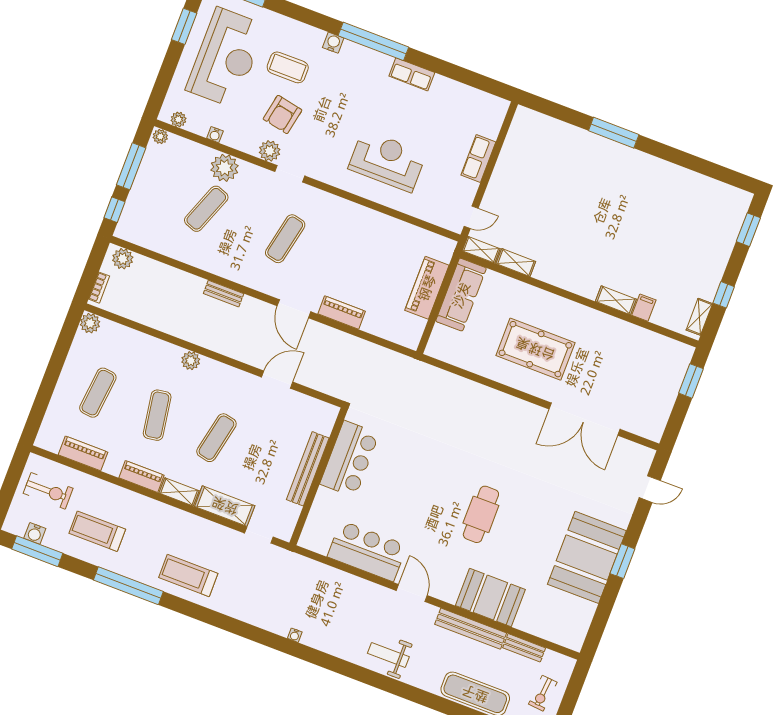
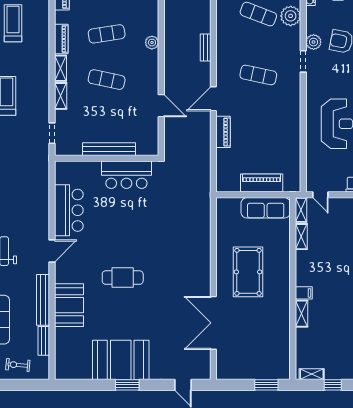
filing cabinet: (644, 308) -> (304, 293), moved
shelving: (225, 506) -> (61, 96), width x0.67, depth x0.75

